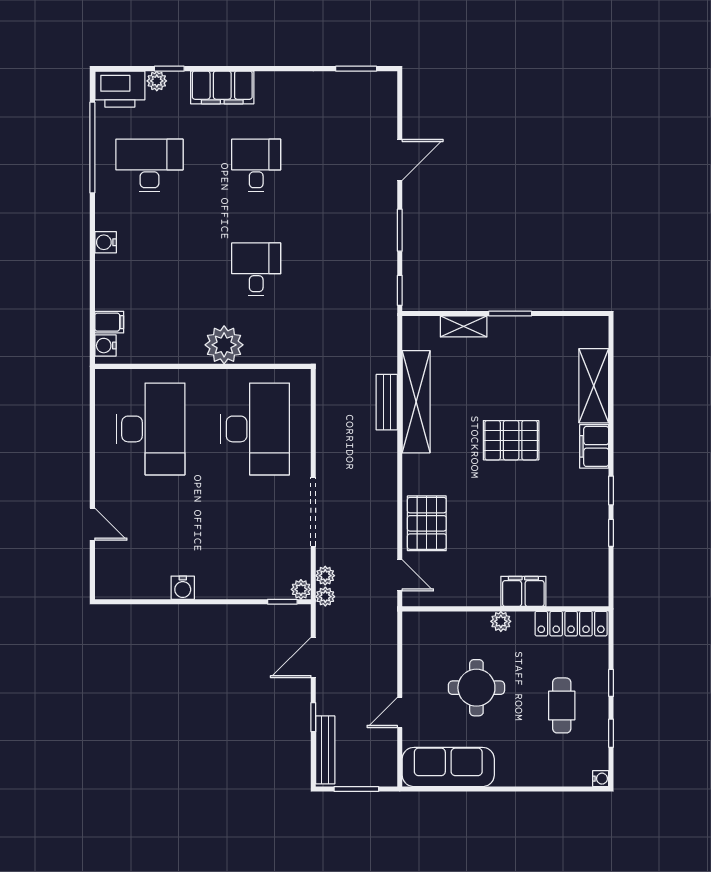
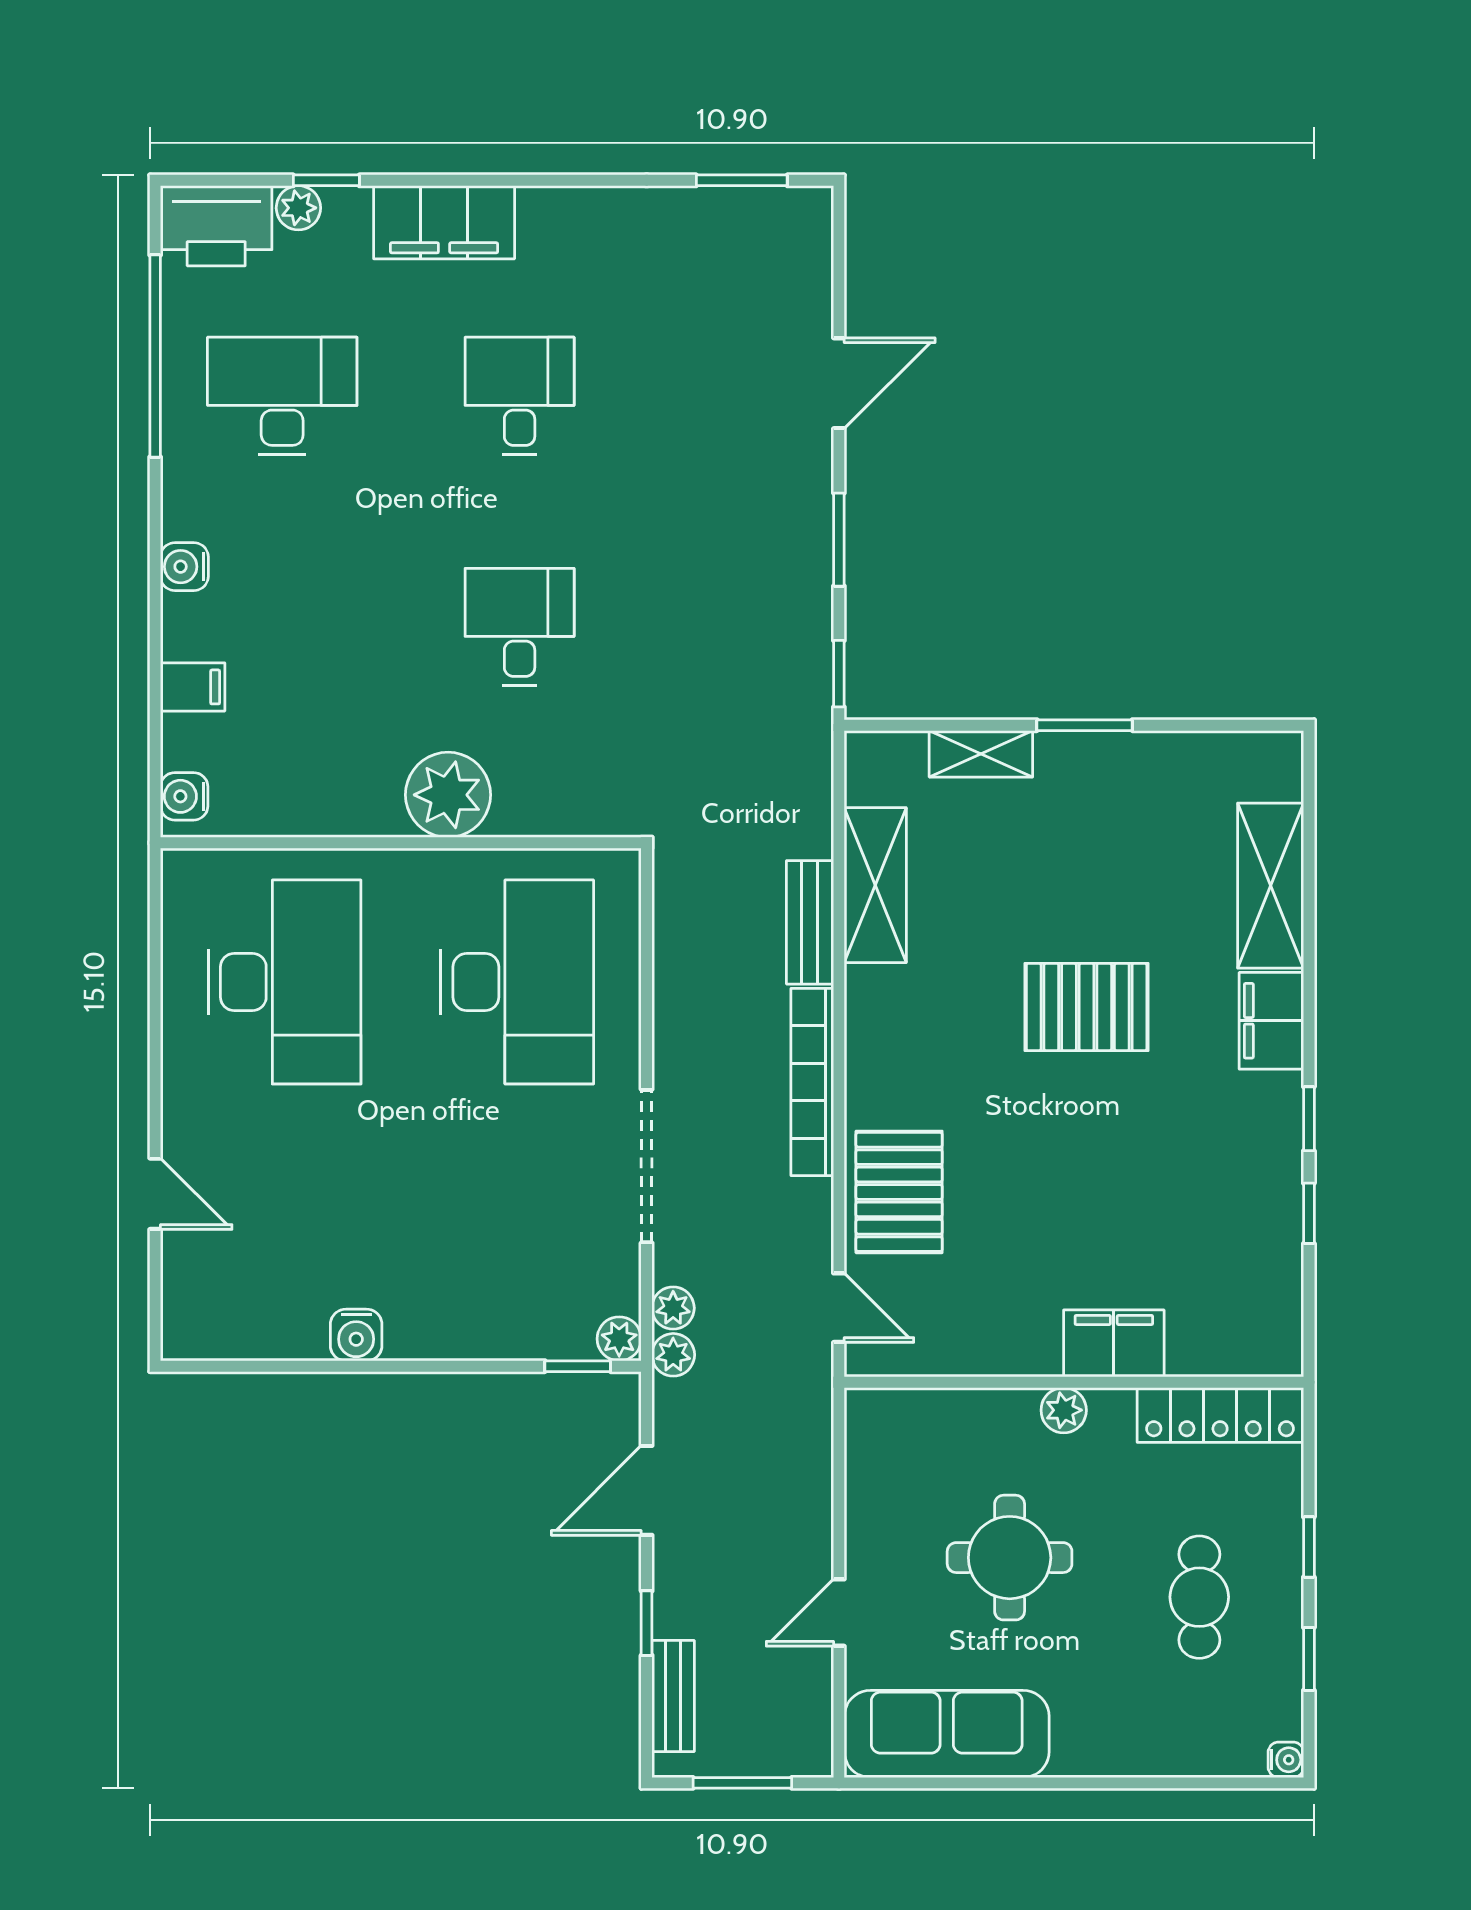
filing cabinet: (109, 322) -> (193, 687), moved
shelving: (416, 402) -> (875, 885), width x0.68
bookcase: (388, 474) -> (812, 1082), added
bench: (325, 750) -> (673, 1696), width x0.73

